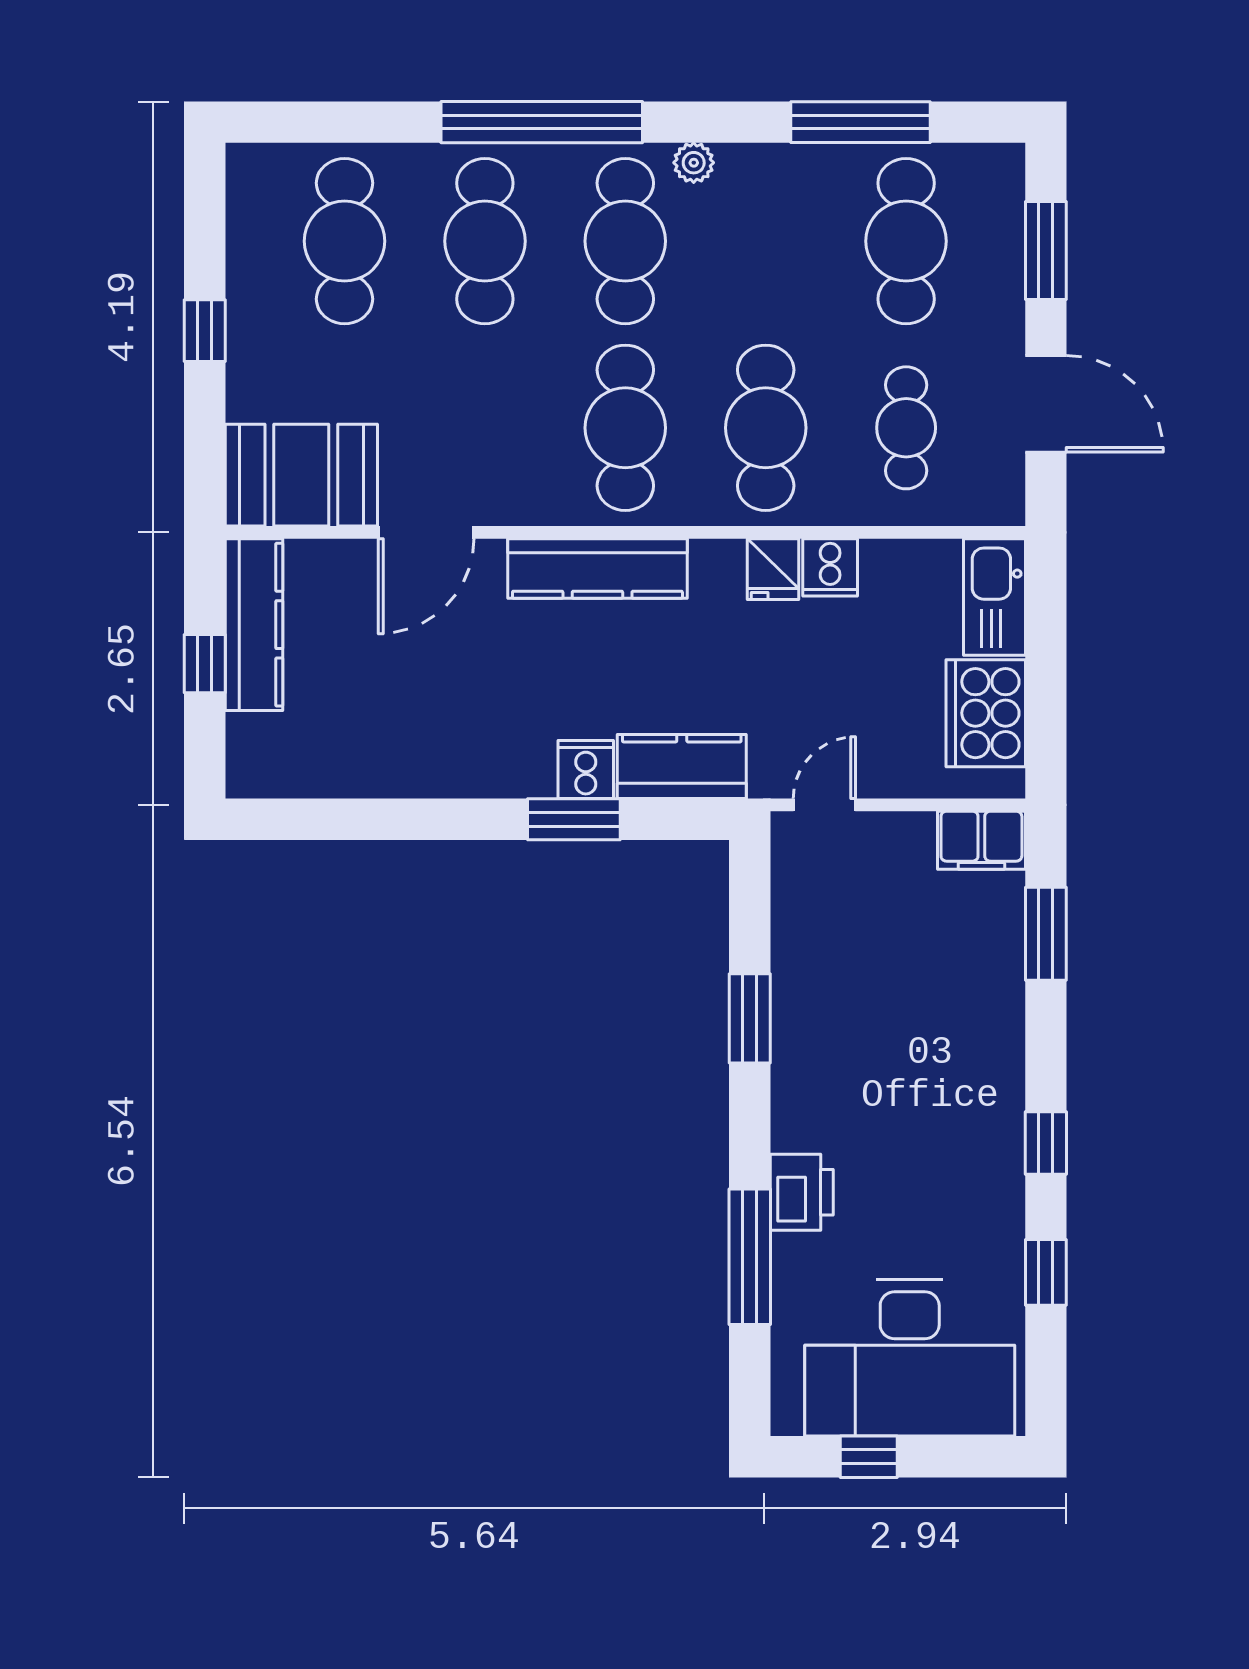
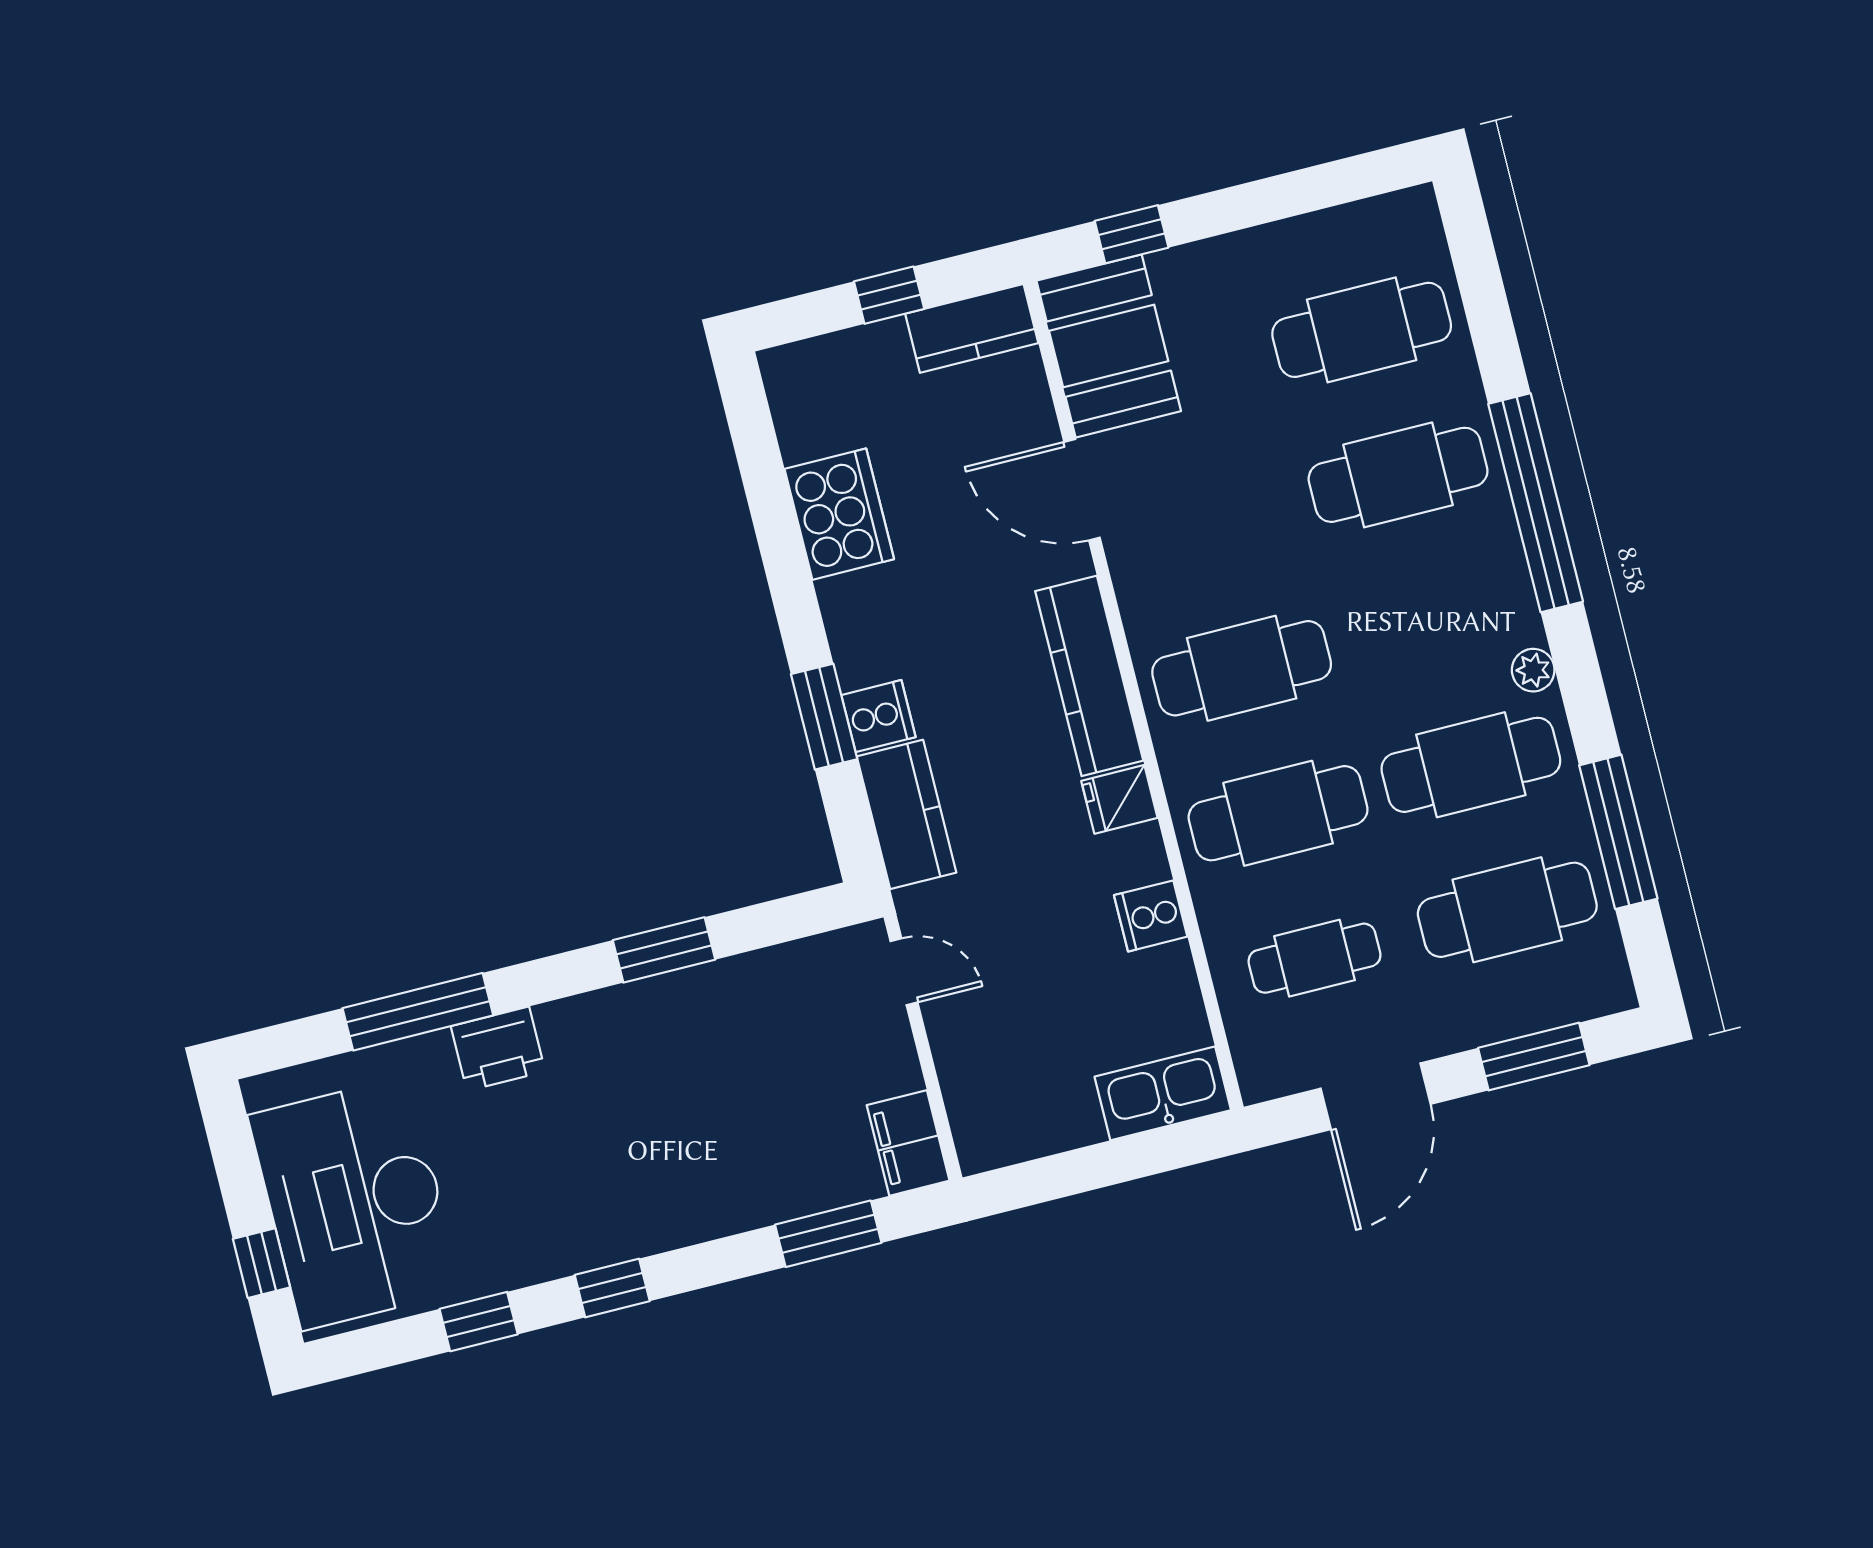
cafe table: (625, 241) -> (1471, 765), moved
window: (205, 331) -> (1132, 234), moved
fridge: (773, 569) -> (1119, 799), moved
kitchen counter: (254, 625) -> (972, 328), width x0.67
cooker: (986, 713) -> (839, 514), moved, turned 90
window: (869, 1457) -> (261, 1263), moved

